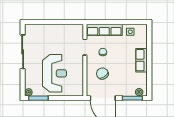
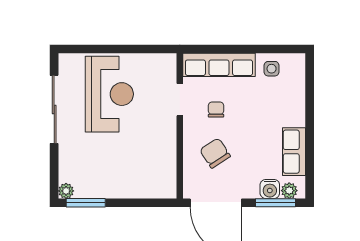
row of seats: (141, 60) -> (294, 152), moved
reception desk: (55, 73) -> (109, 94), moved
water cooler: (129, 91) -> (270, 189), added

